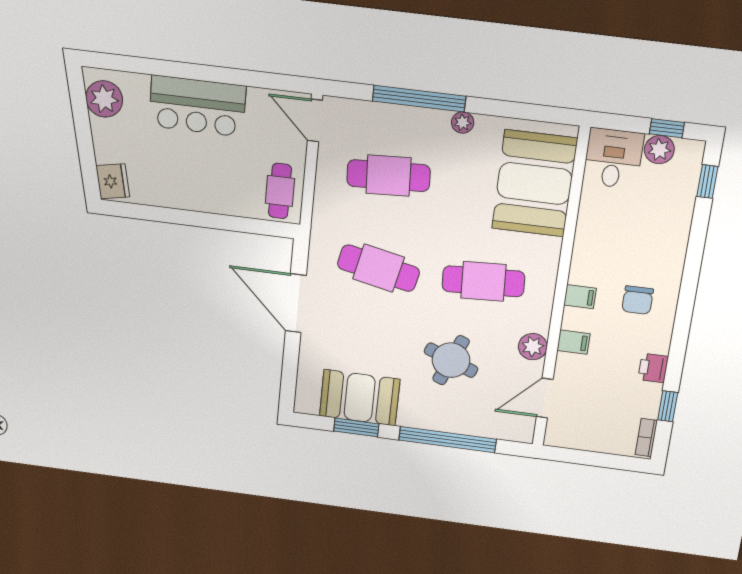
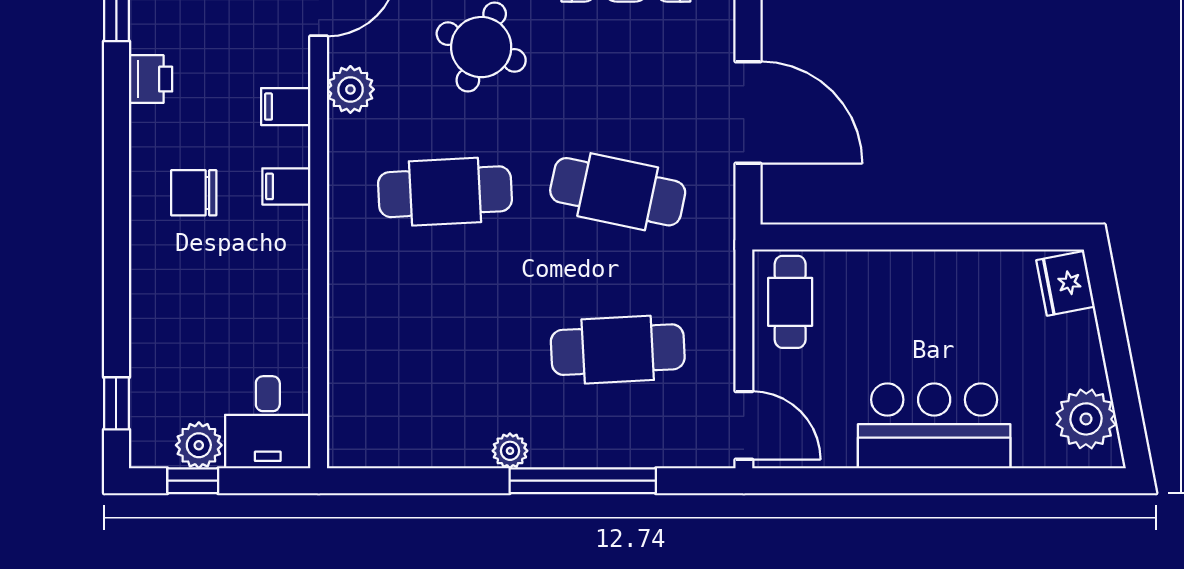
booth: (534, 183) -> (385, 366), removed
chair: (638, 300) -> (194, 193), turned -90

